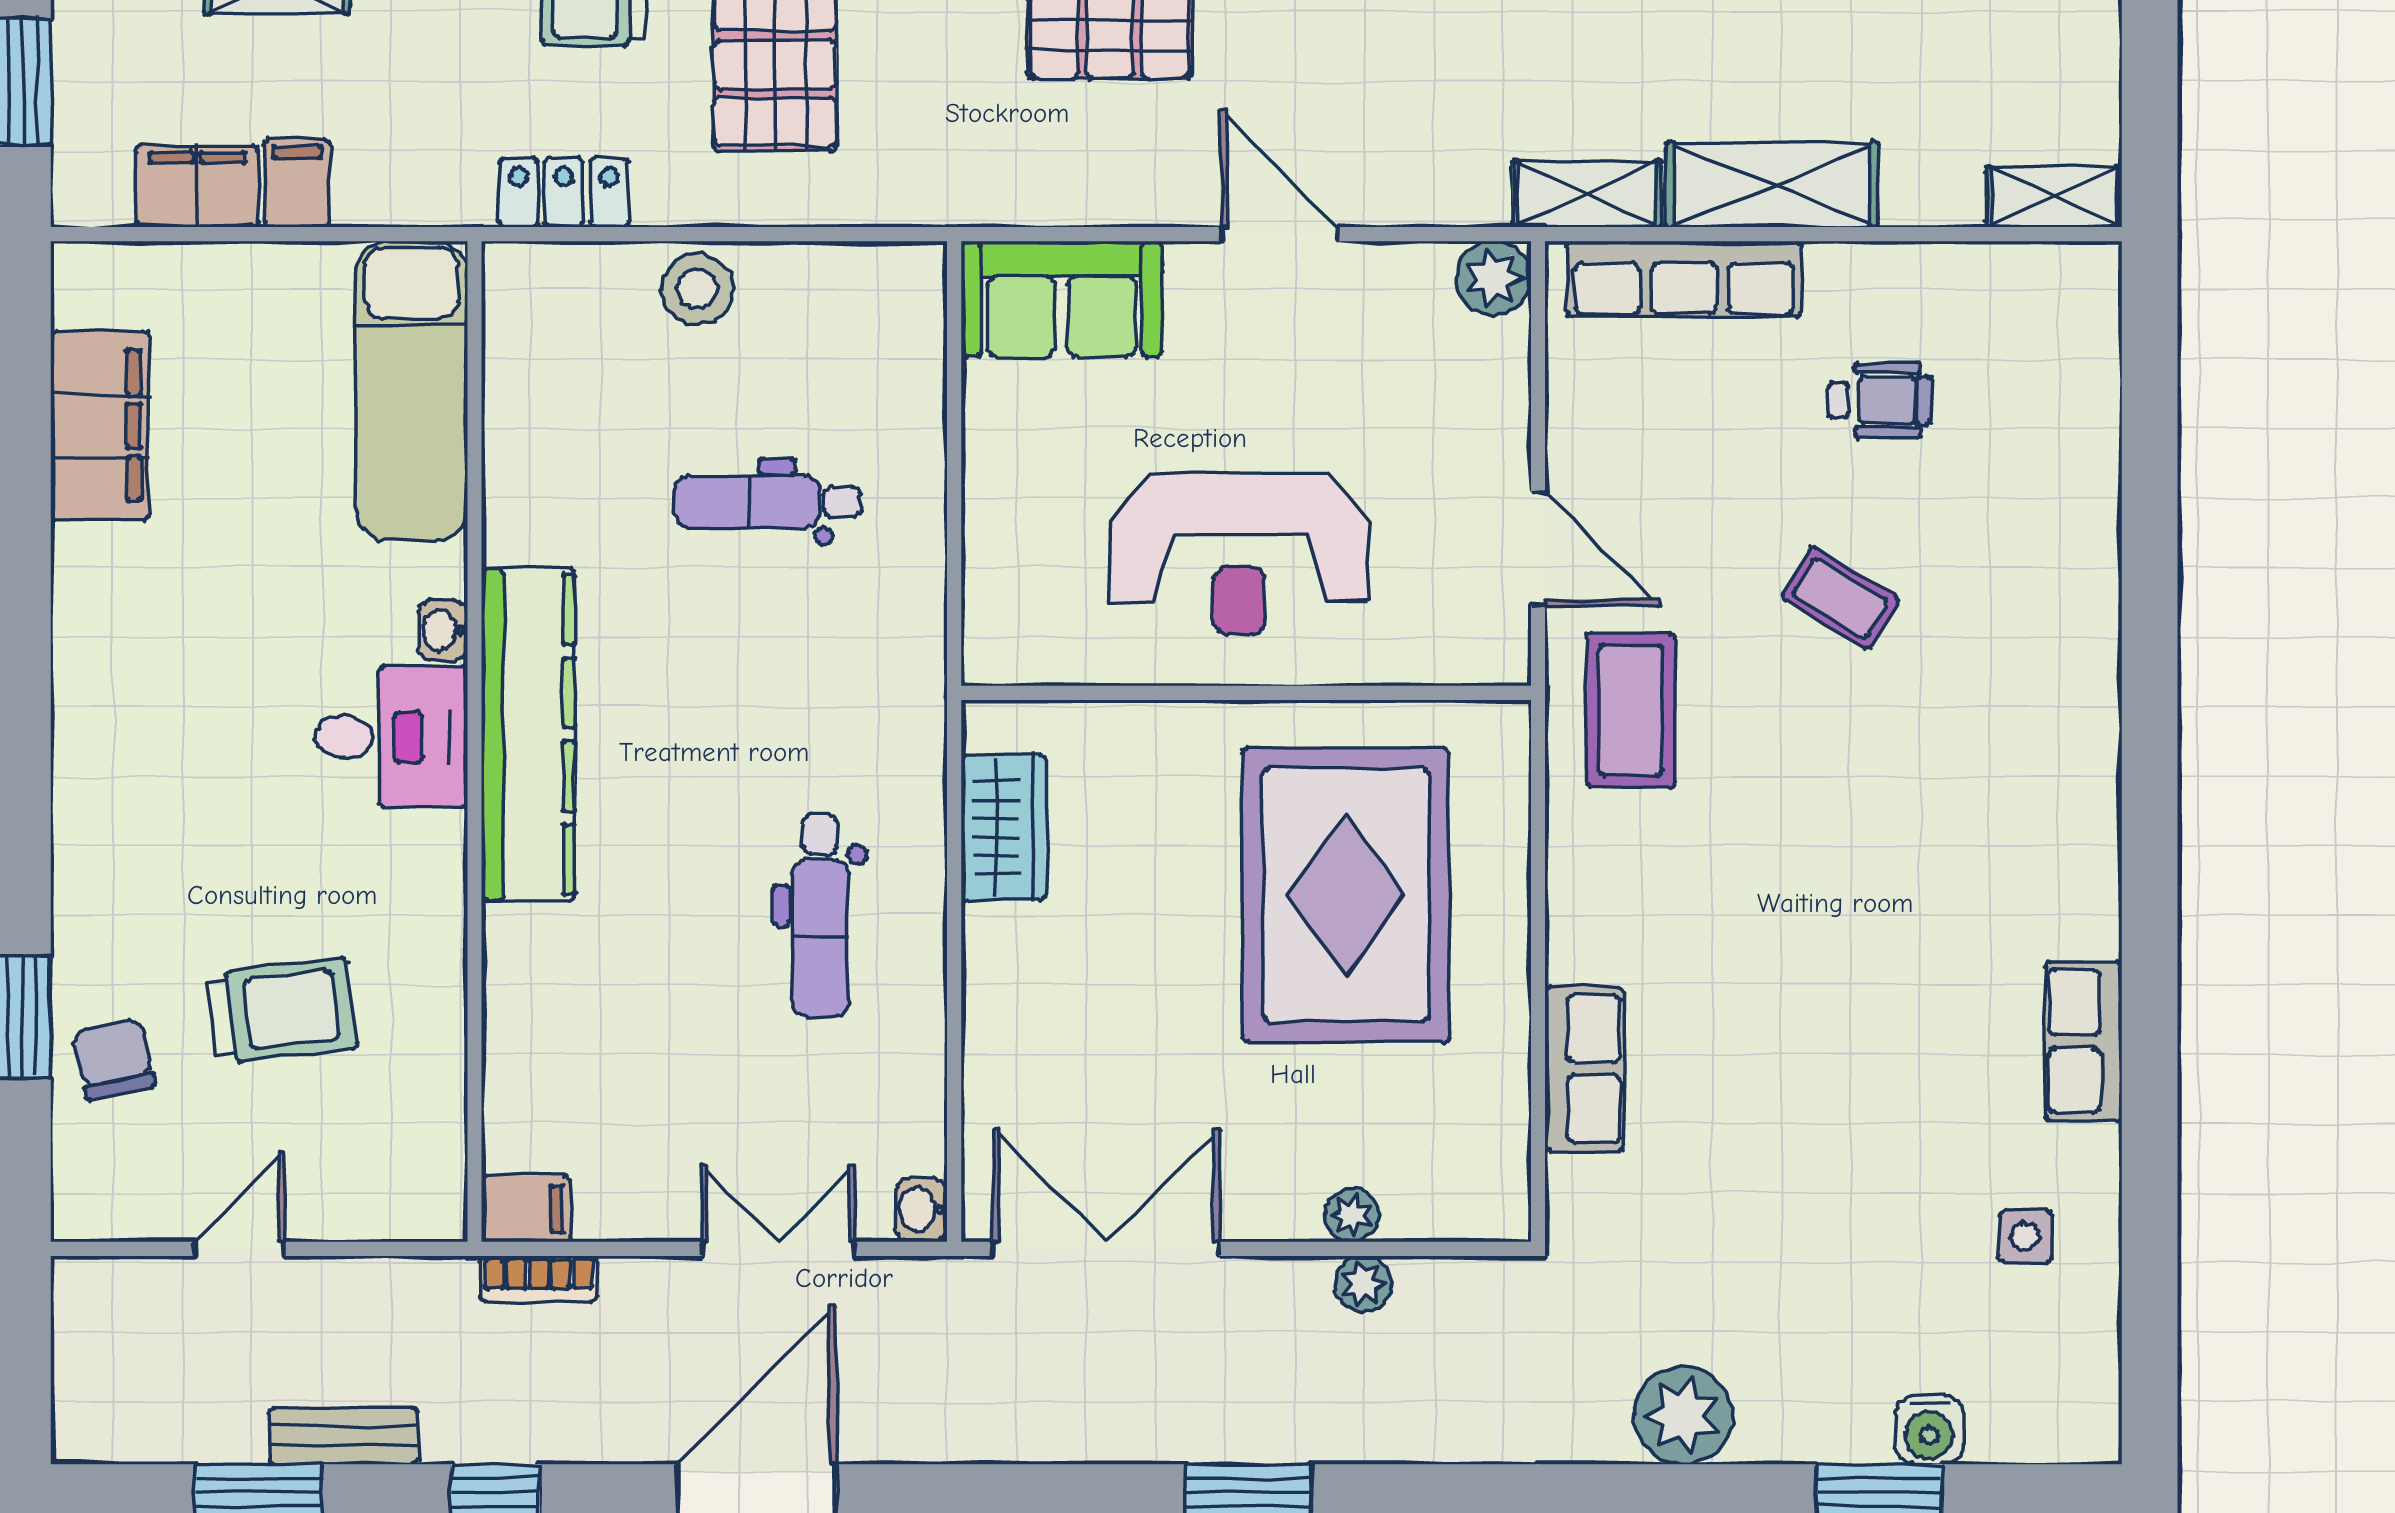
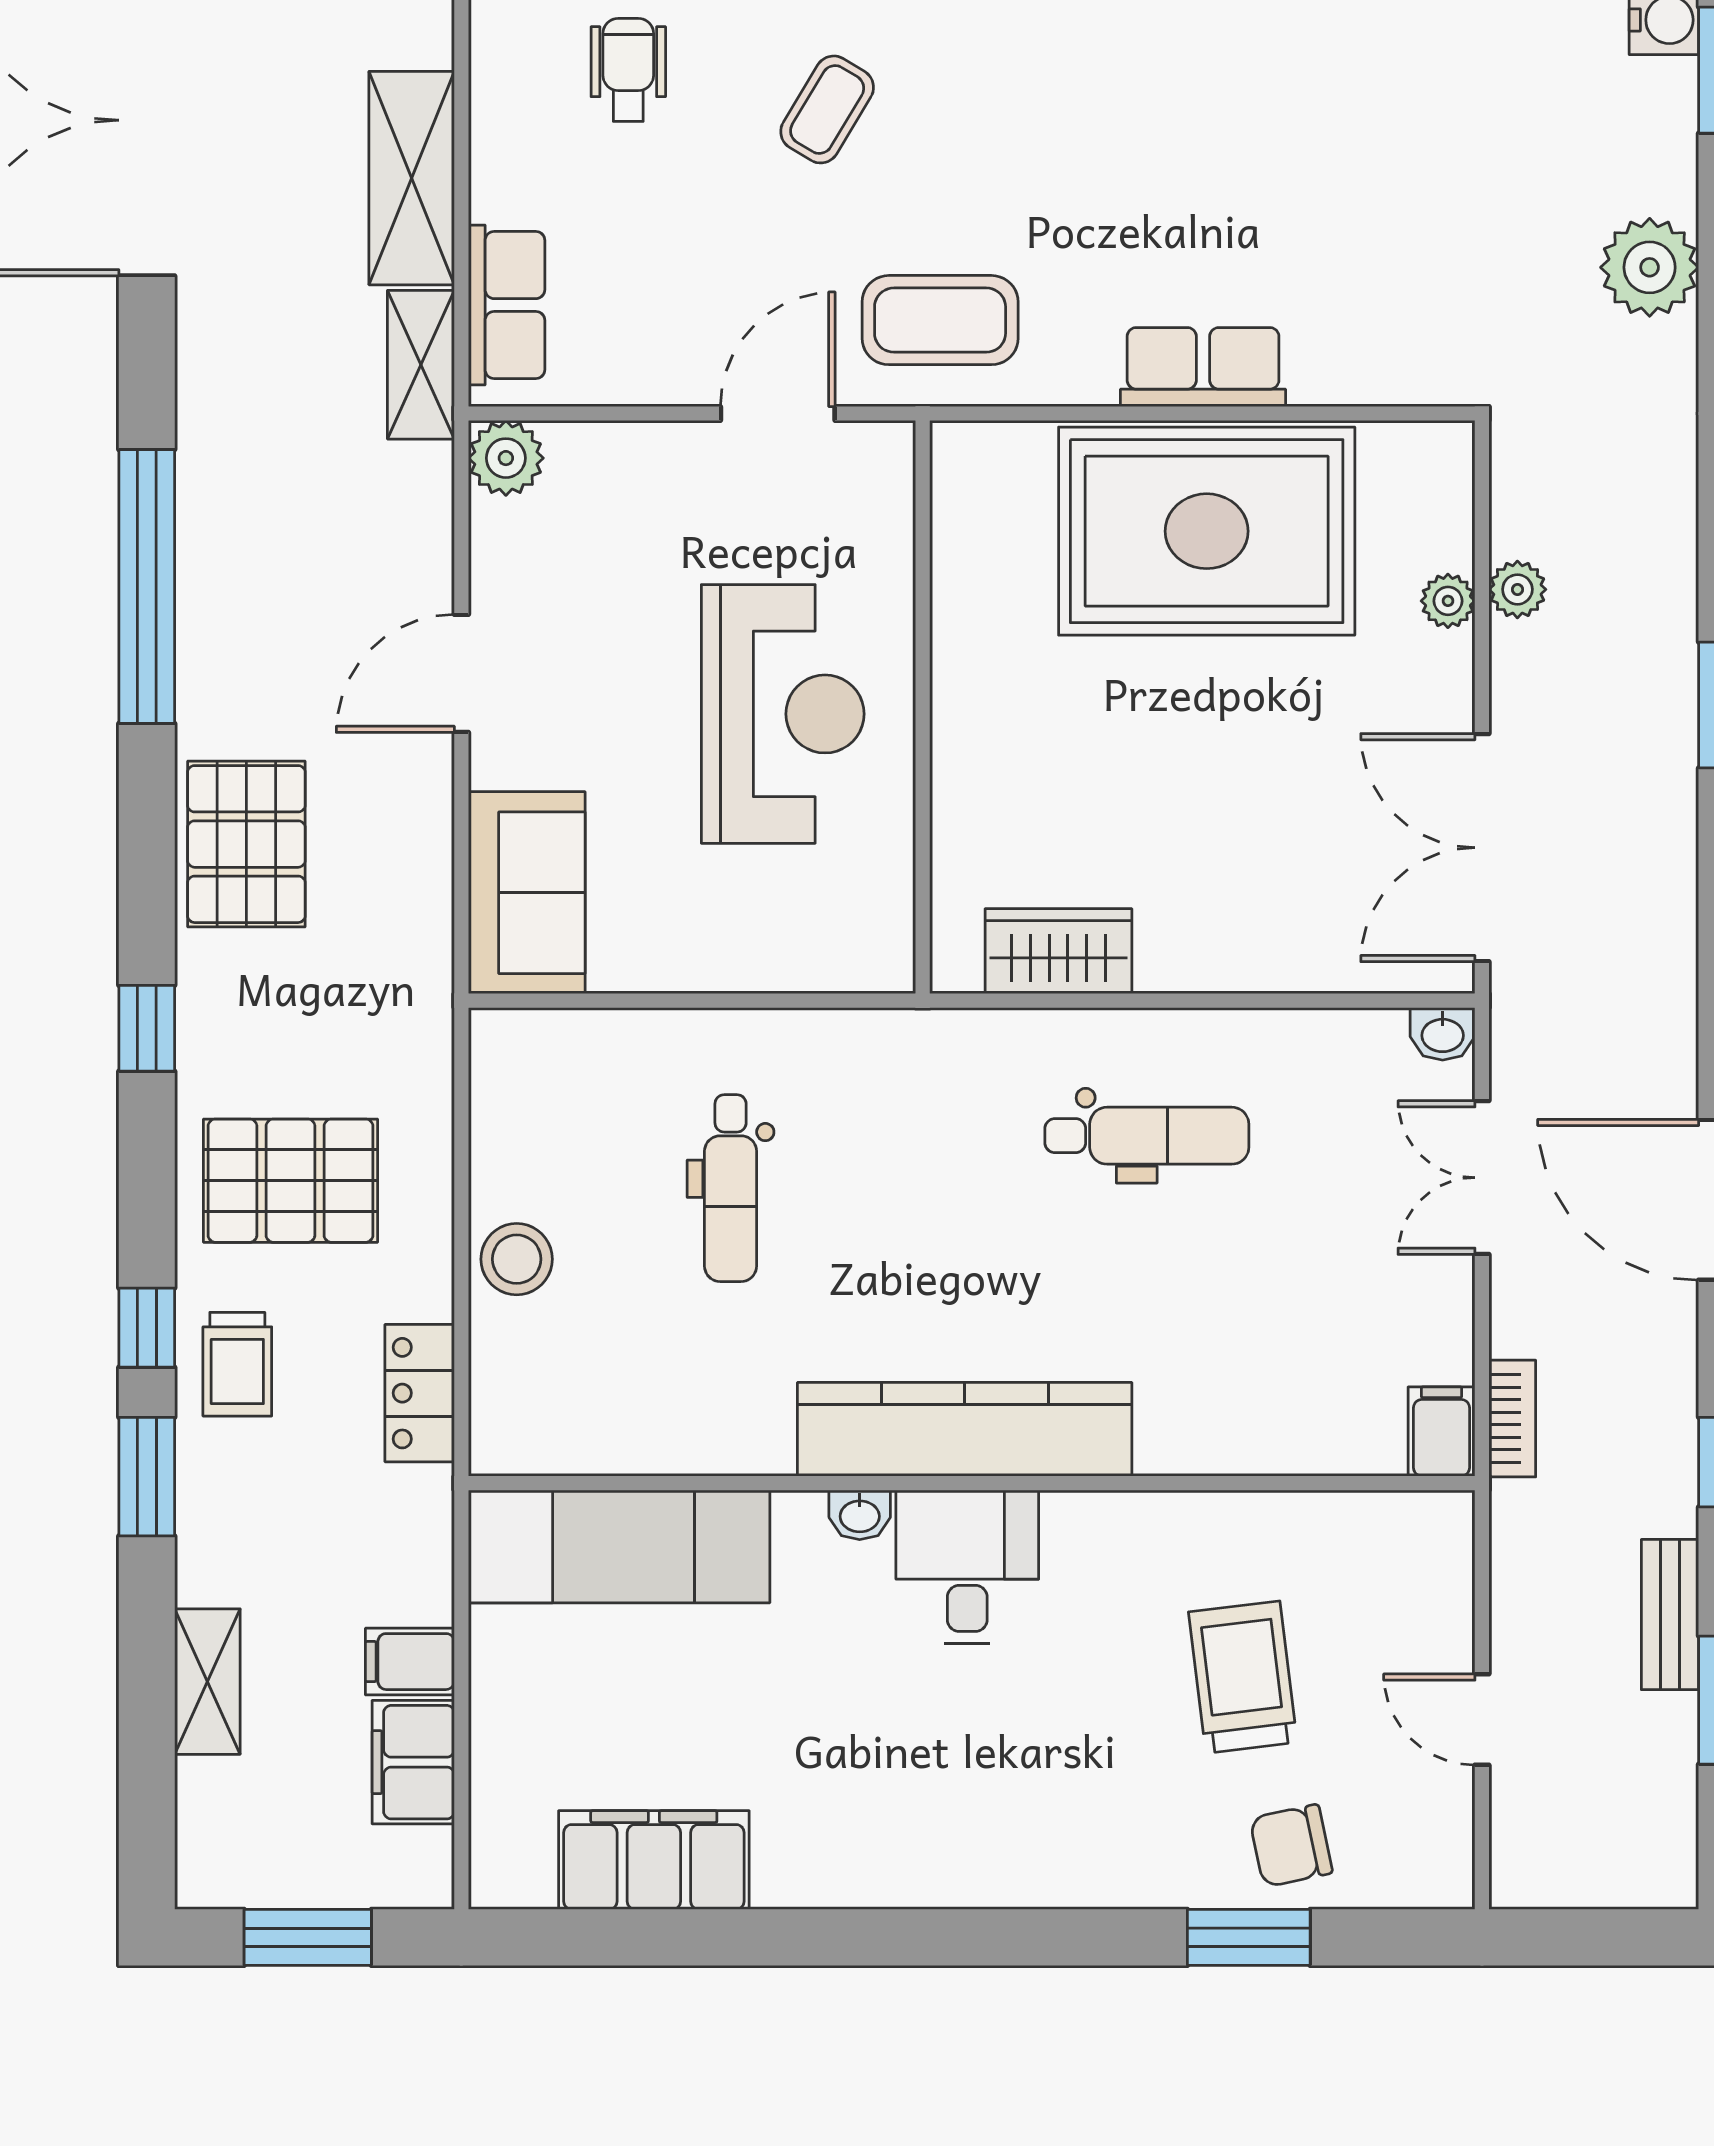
row of seats: (1684, 279) -> (507, 305), width x0.68
rug: (1346, 895) -> (1207, 531), moved
row of seats: (1584, 1069) -> (1203, 367), moved

